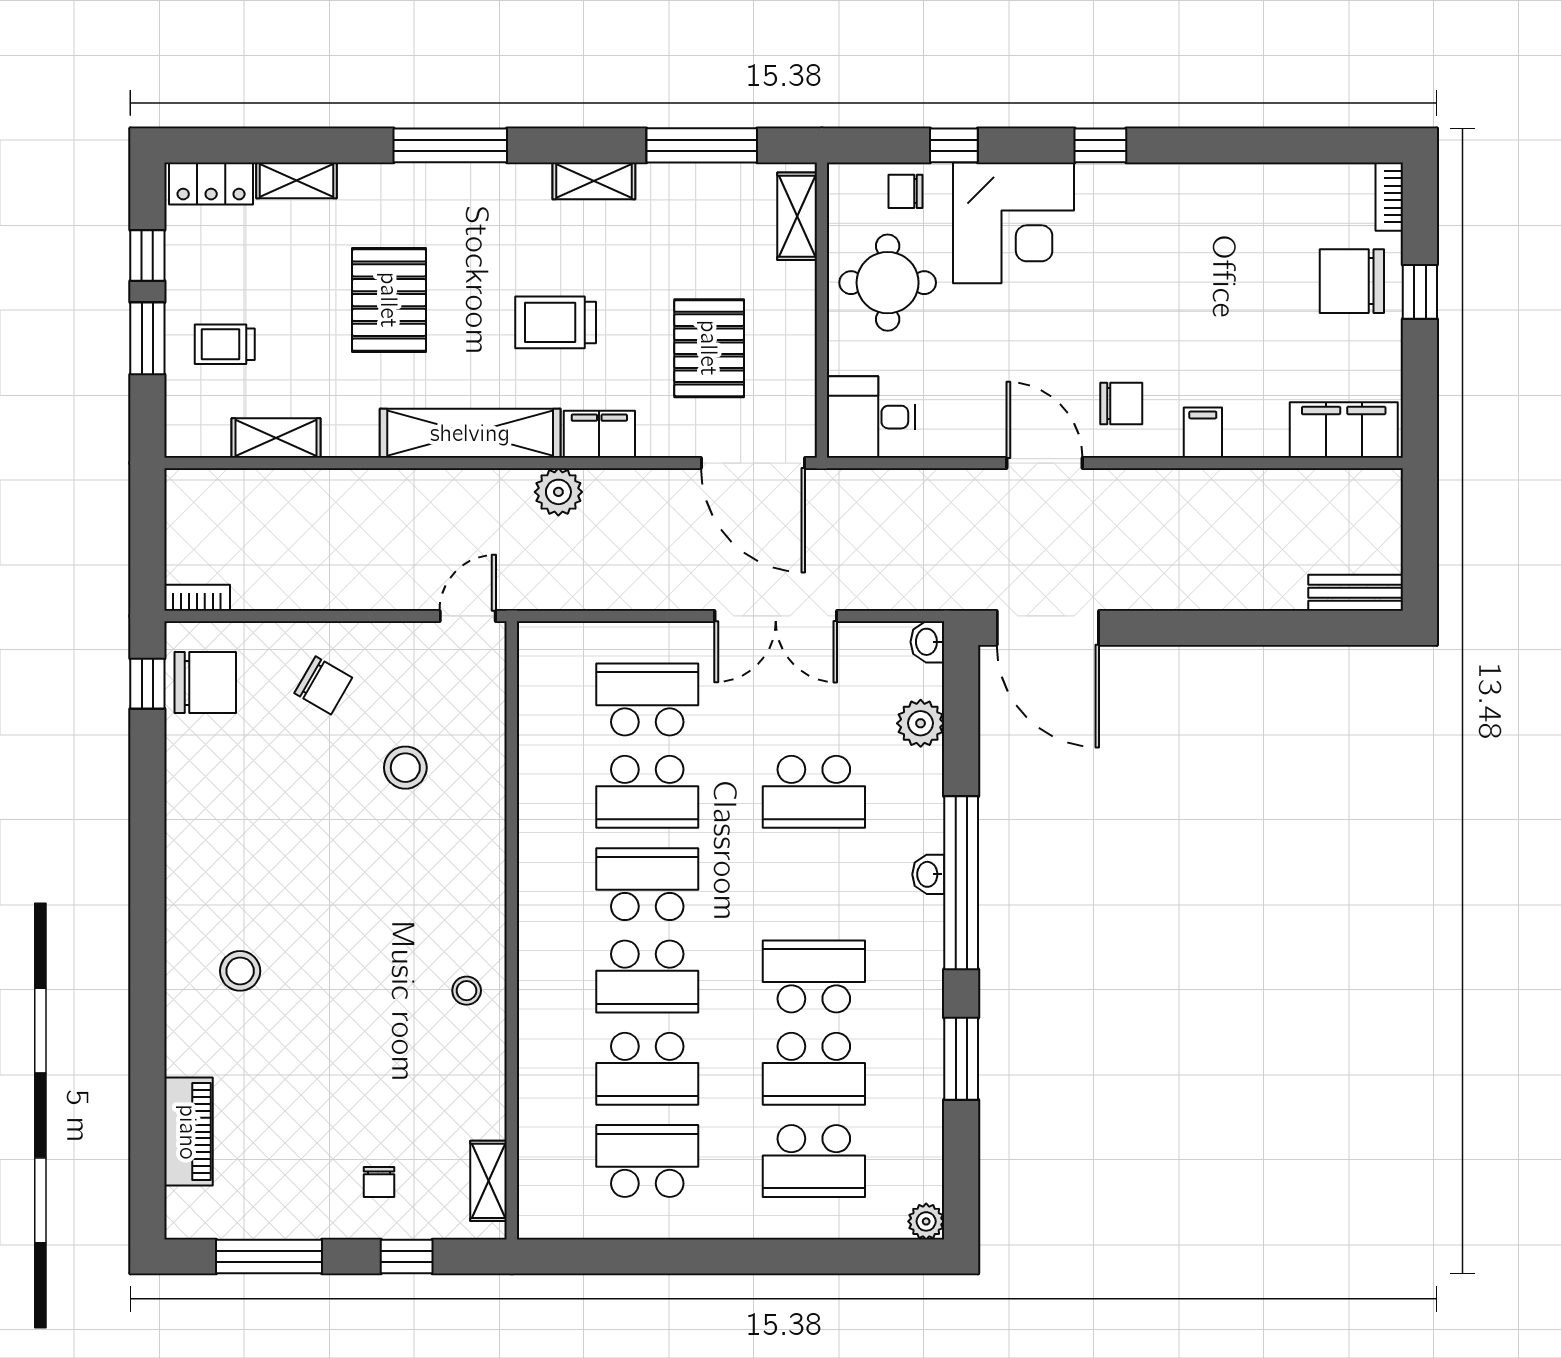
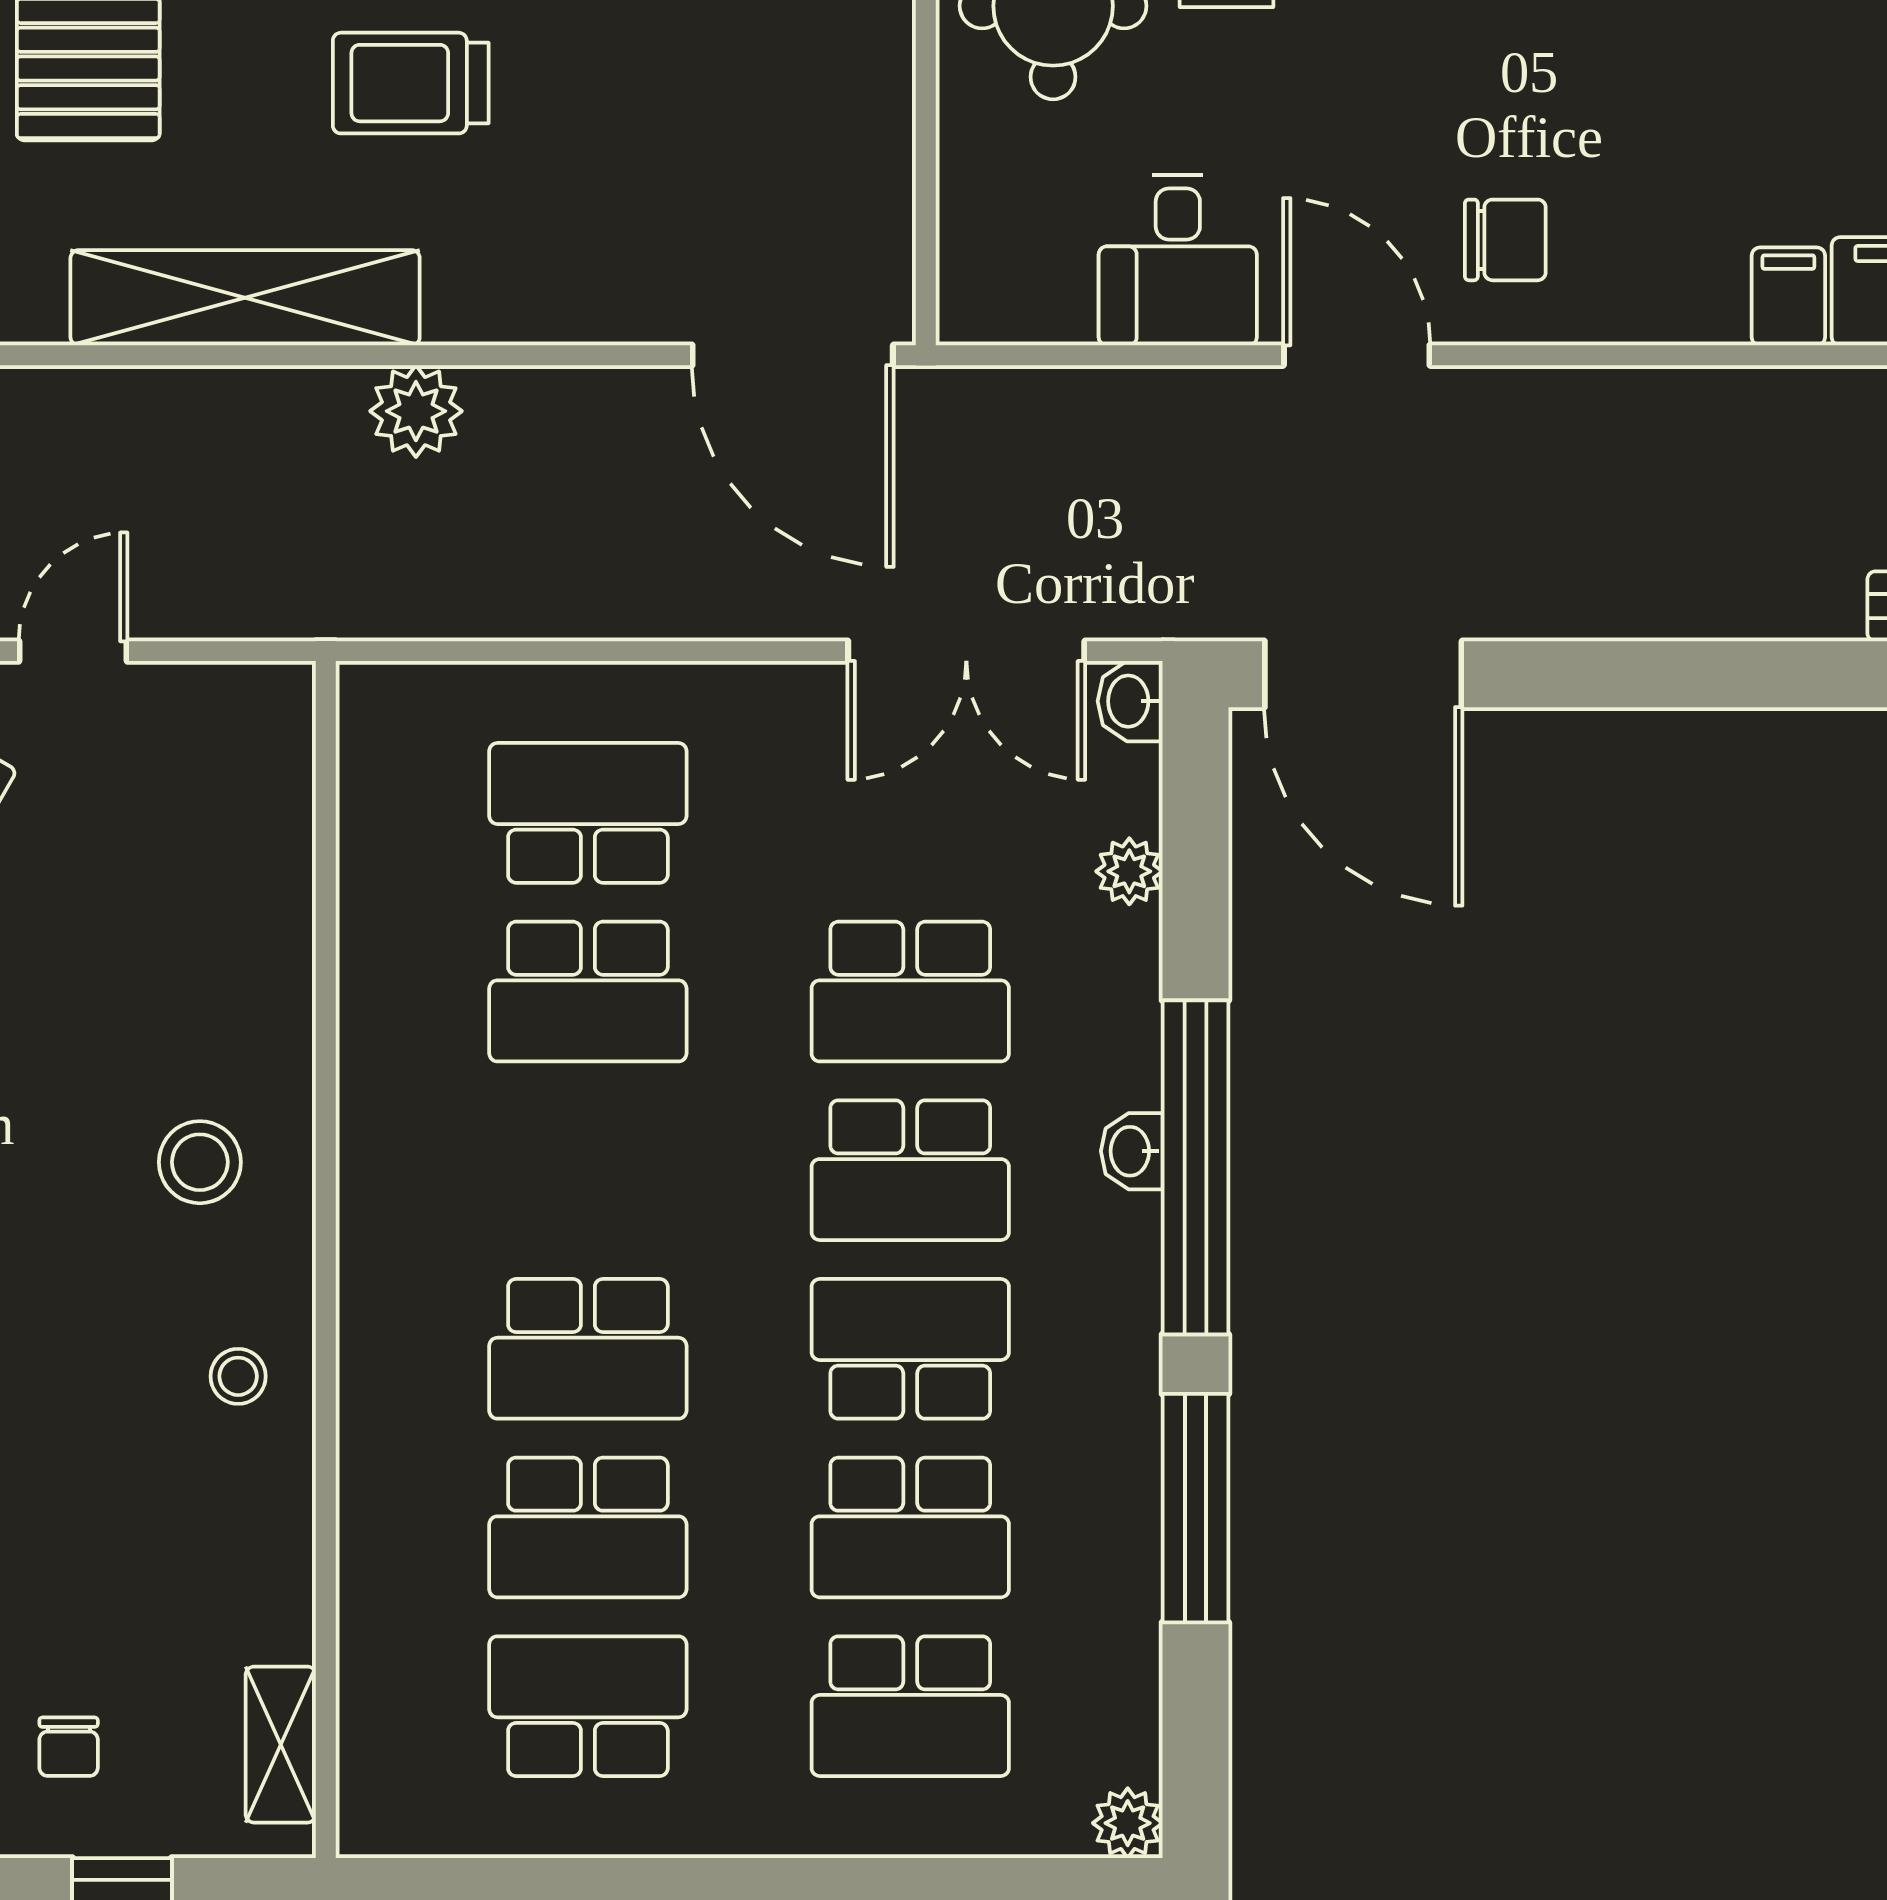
pallet: (709, 348) -> (708, 133), removed
desk: (871, 417) -> (1178, 260), moved, turned -90
filing cabinet: (1203, 433) -> (1788, 296), moved
filing cabinet: (599, 434) -> (495, 299), removed
door: (468, 616) -> (73, 651), moved
double door: (776, 616) -> (966, 651), moved
plant: (921, 723) -> (1129, 871), width x0.73, depth x0.73
stool: (405, 768) -> (200, 1162), moved
school desk: (647, 884) -> (910, 1170), moved, turned 180
window: (961, 1059) -> (1195, 1508), width x1.44

